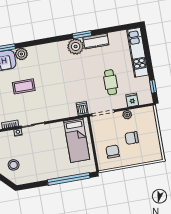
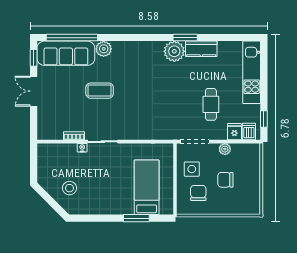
dishwasher: (82, 109) -> (249, 132), moved
side table: (105, 134) -> (192, 169), added
bed: (77, 140) -> (147, 187), moved, turned 180
window: (69, 179) -> (136, 218), width x0.47

